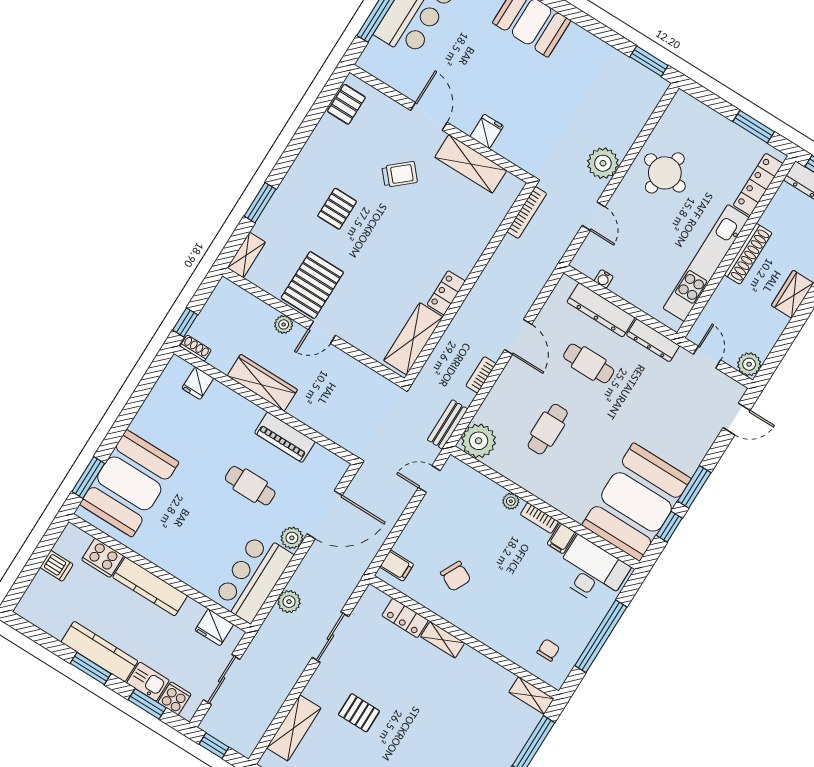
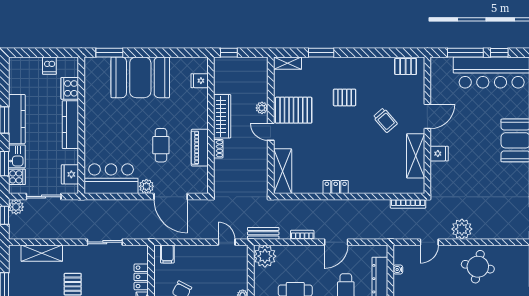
shelving: (413, 339) -> (283, 171), moved, turned 90
shoe rack: (196, 348) -> (218, 149), moved
booth: (129, 483) -> (140, 77), moved
plant: (289, 602) -> (16, 207), moved

